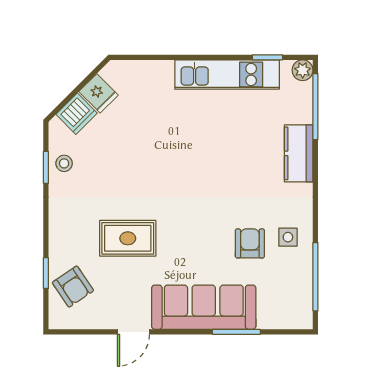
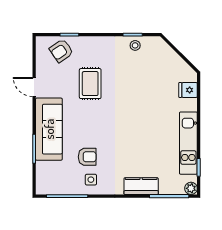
fridge: (99, 93) -> (188, 90), moved, turned 45
dishwasher: (77, 114) -> (165, 53), removed

